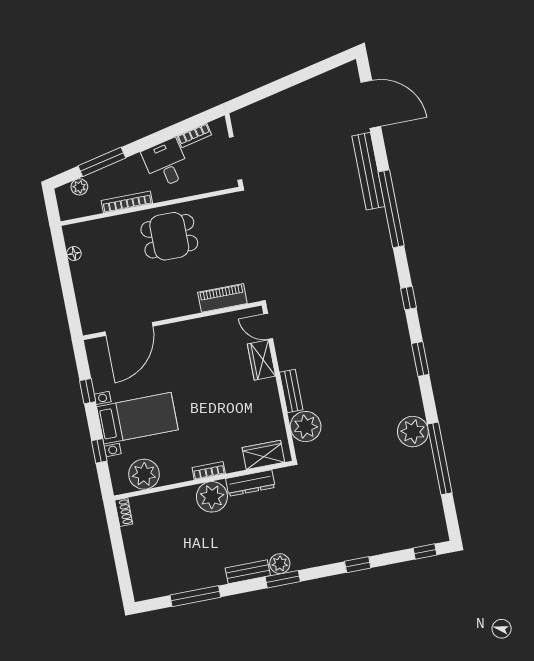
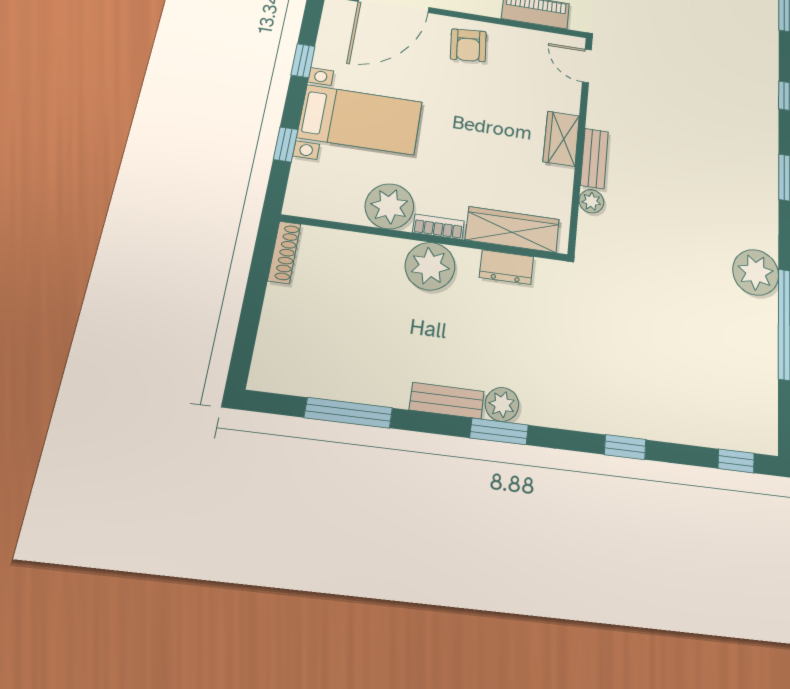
armchair: (187, 341) -> (468, 45), added
wardrobe: (261, 360) -> (561, 139), moved
plant: (306, 427) -> (591, 201), width x0.53, depth x0.53
wardrobe: (263, 455) -> (512, 230), width x1.50
plant: (144, 474) -> (389, 206), moved
dresser: (250, 483) -> (506, 267), width x0.70
shoe rack: (124, 512) -> (284, 252), width x1.43

